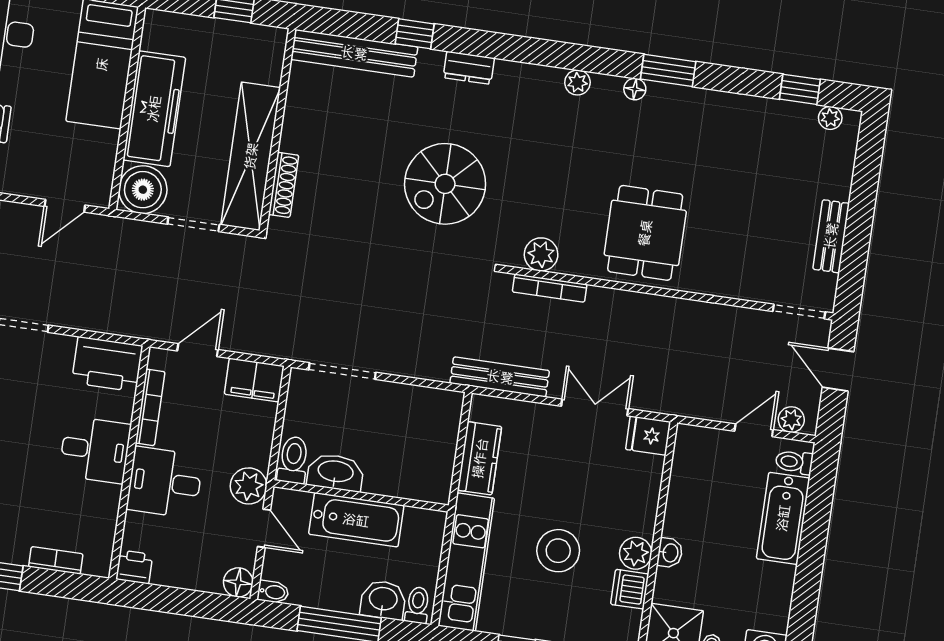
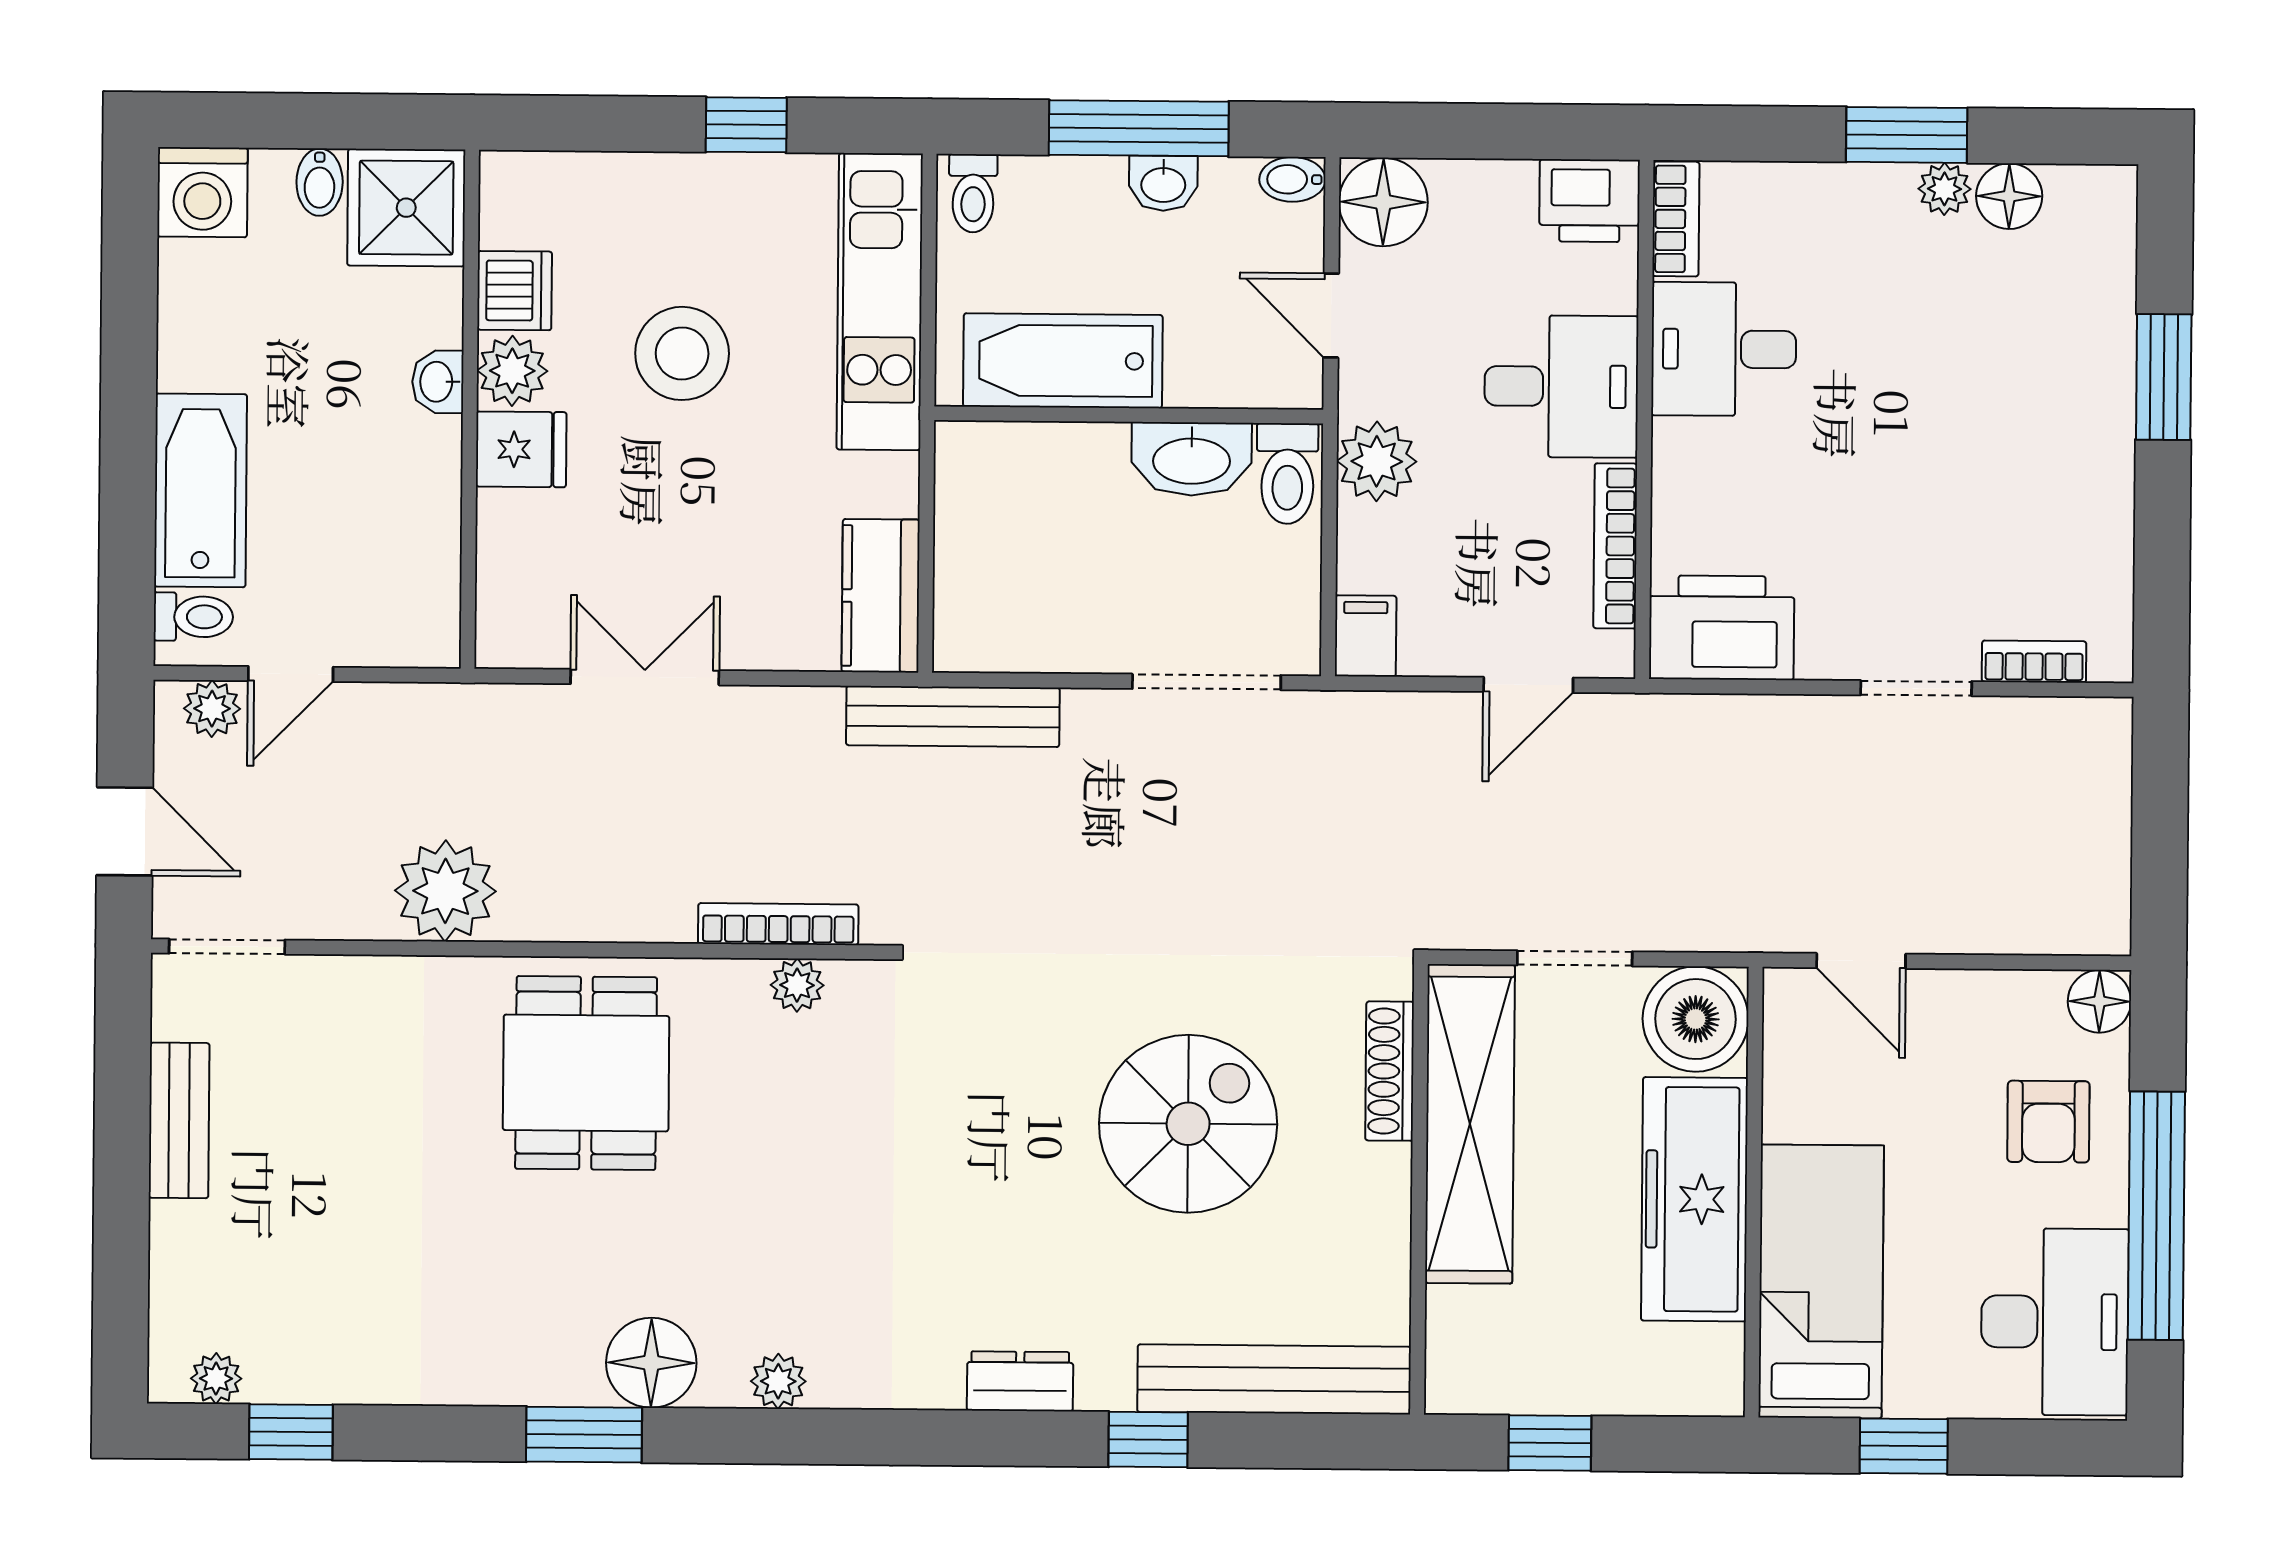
floor lamp: (635, 89) -> (651, 1363), width x1.89, depth x1.89
spiral stairs: (445, 184) -> (1188, 1124), moved
door: (65, 206) -> (1861, 961), swing flipped
plant: (541, 254) -> (797, 985), width x0.73, depth x0.73
plant: (697, 323) -> (445, 891), added
bench: (500, 377) -> (953, 716), moved
filing cabinet: (254, 380) -> (1366, 636), width x0.50
double door: (595, 407) -> (645, 677), swing flipped
fridge: (648, 436) -> (521, 449), moved
desk: (95, 450) -> (1724, 349), moved
kitchen counter: (480, 458) -> (881, 596), moved
plant: (249, 486) -> (1377, 461), moved
bathtub: (356, 520) -> (1063, 361), moved
bookcase: (56, 560) -> (1676, 219), moved, turned -90
printer: (134, 567) -> (1590, 201), width x1.36, depth x1.24
floor lamp: (238, 582) -> (1383, 202), width x1.38, depth x1.38
washbasin: (383, 600) -> (1163, 183), moved, width x0.72, depth x0.69

